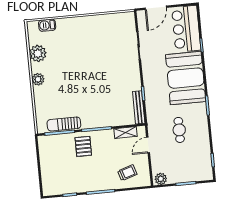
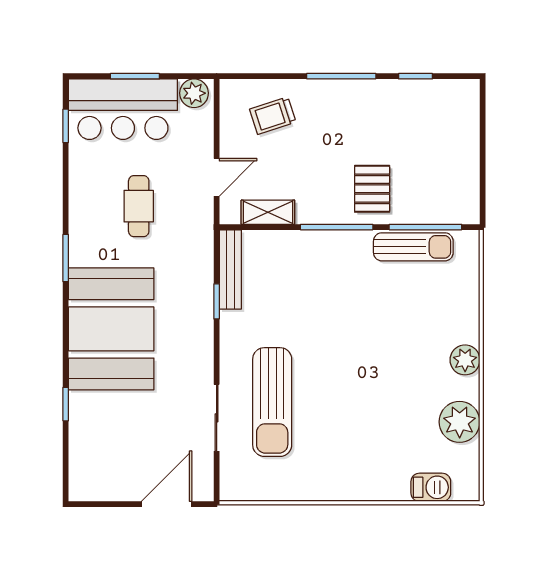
bar counter: (186, 29) -> (123, 109), moved, turned 90
sun lounger: (116, 54) -> (272, 402), added

